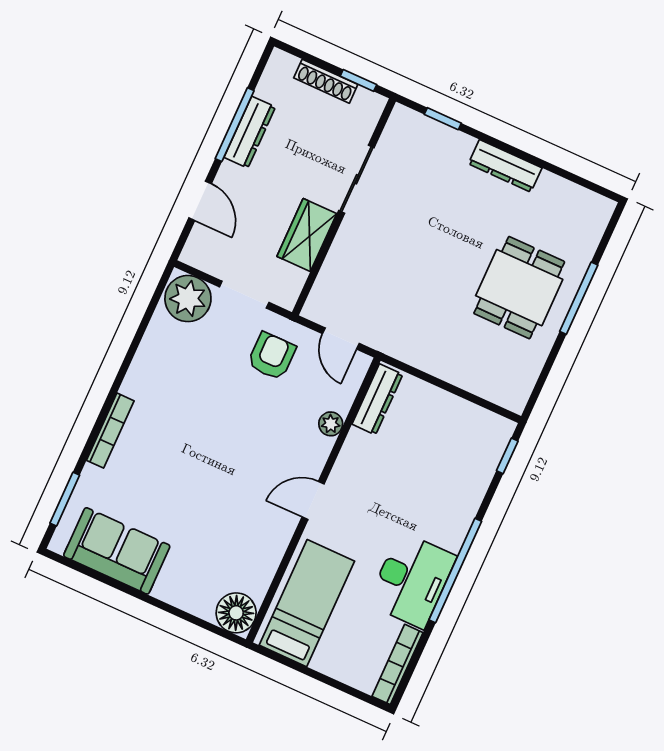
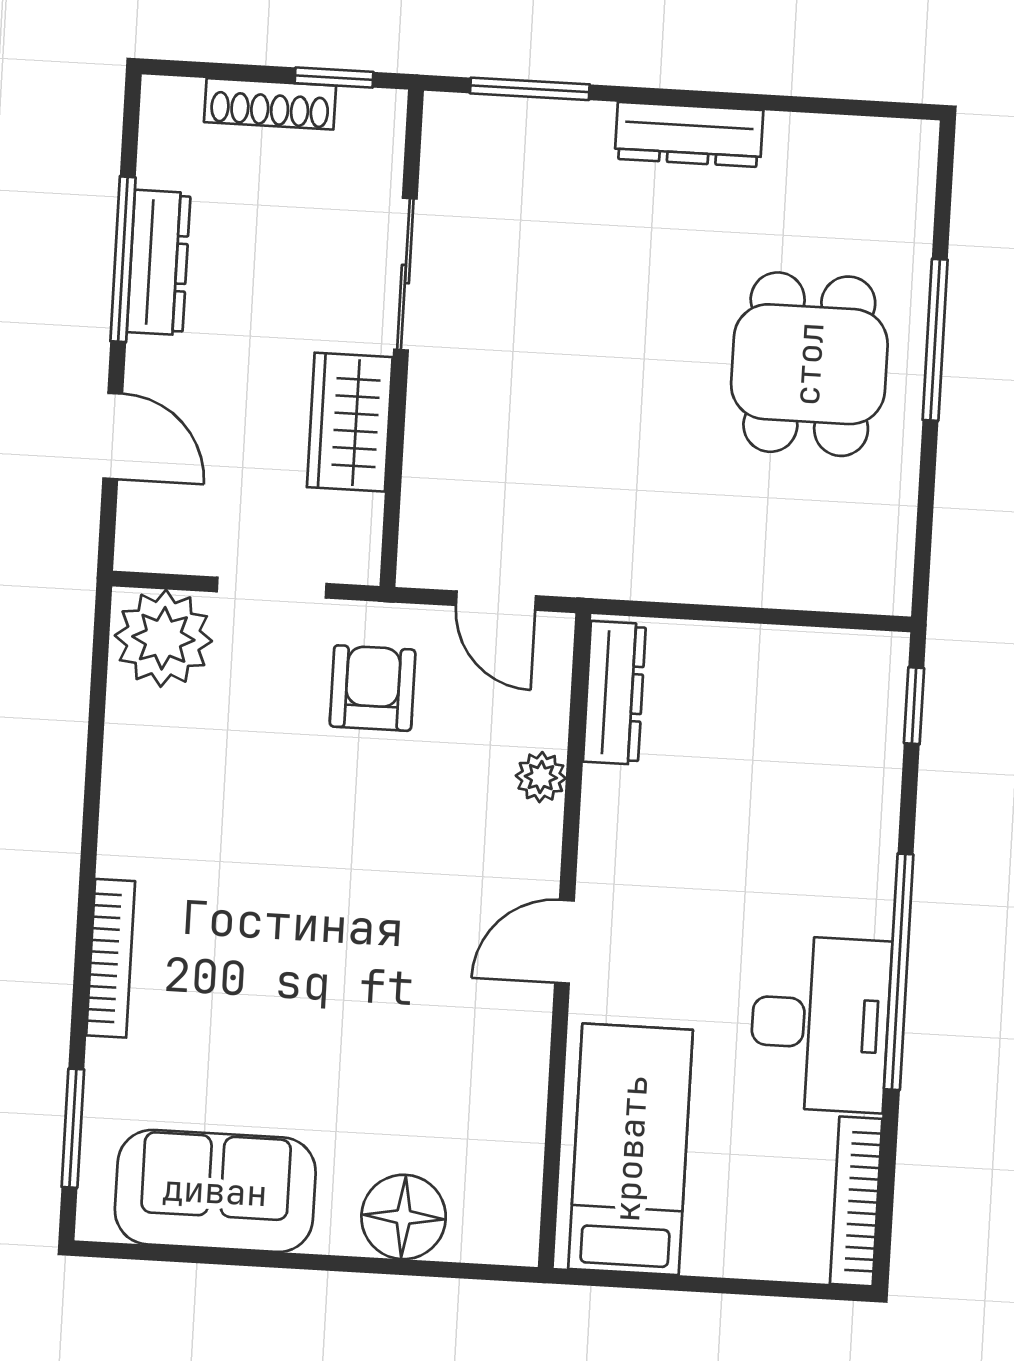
window: (443, 119) -> (530, 89), width x1.50
floor lamp: (236, 613) -> (404, 1217), moved

